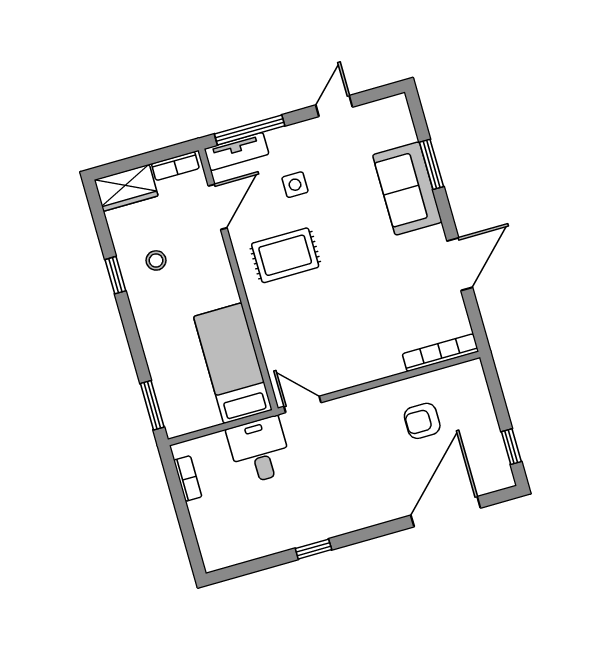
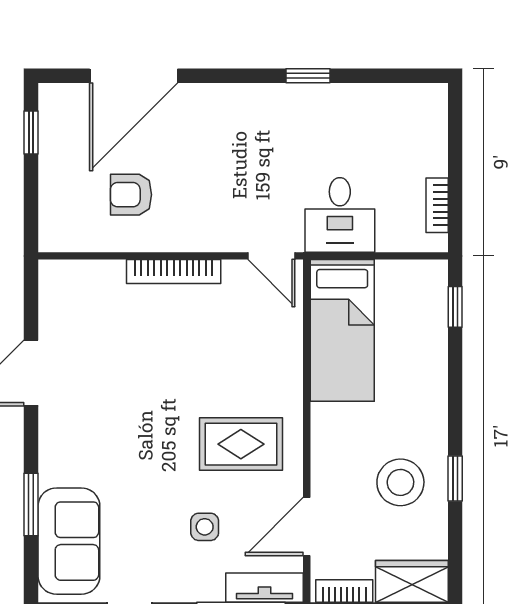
sofa: (407, 188) -> (69, 541), moved
stool: (156, 260) -> (400, 482), width x1.89, depth x1.89
bookcase: (440, 353) -> (174, 272), moved
window: (152, 405) -> (455, 307), width x0.67
armchair: (422, 421) -> (131, 195), turned 180

